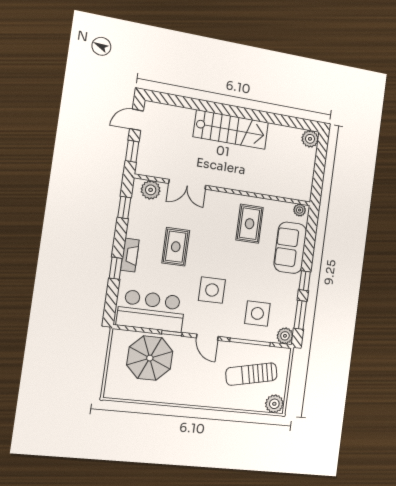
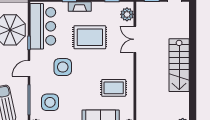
rug: (176, 247) -> (90, 37), width x1.36, depth x1.43

